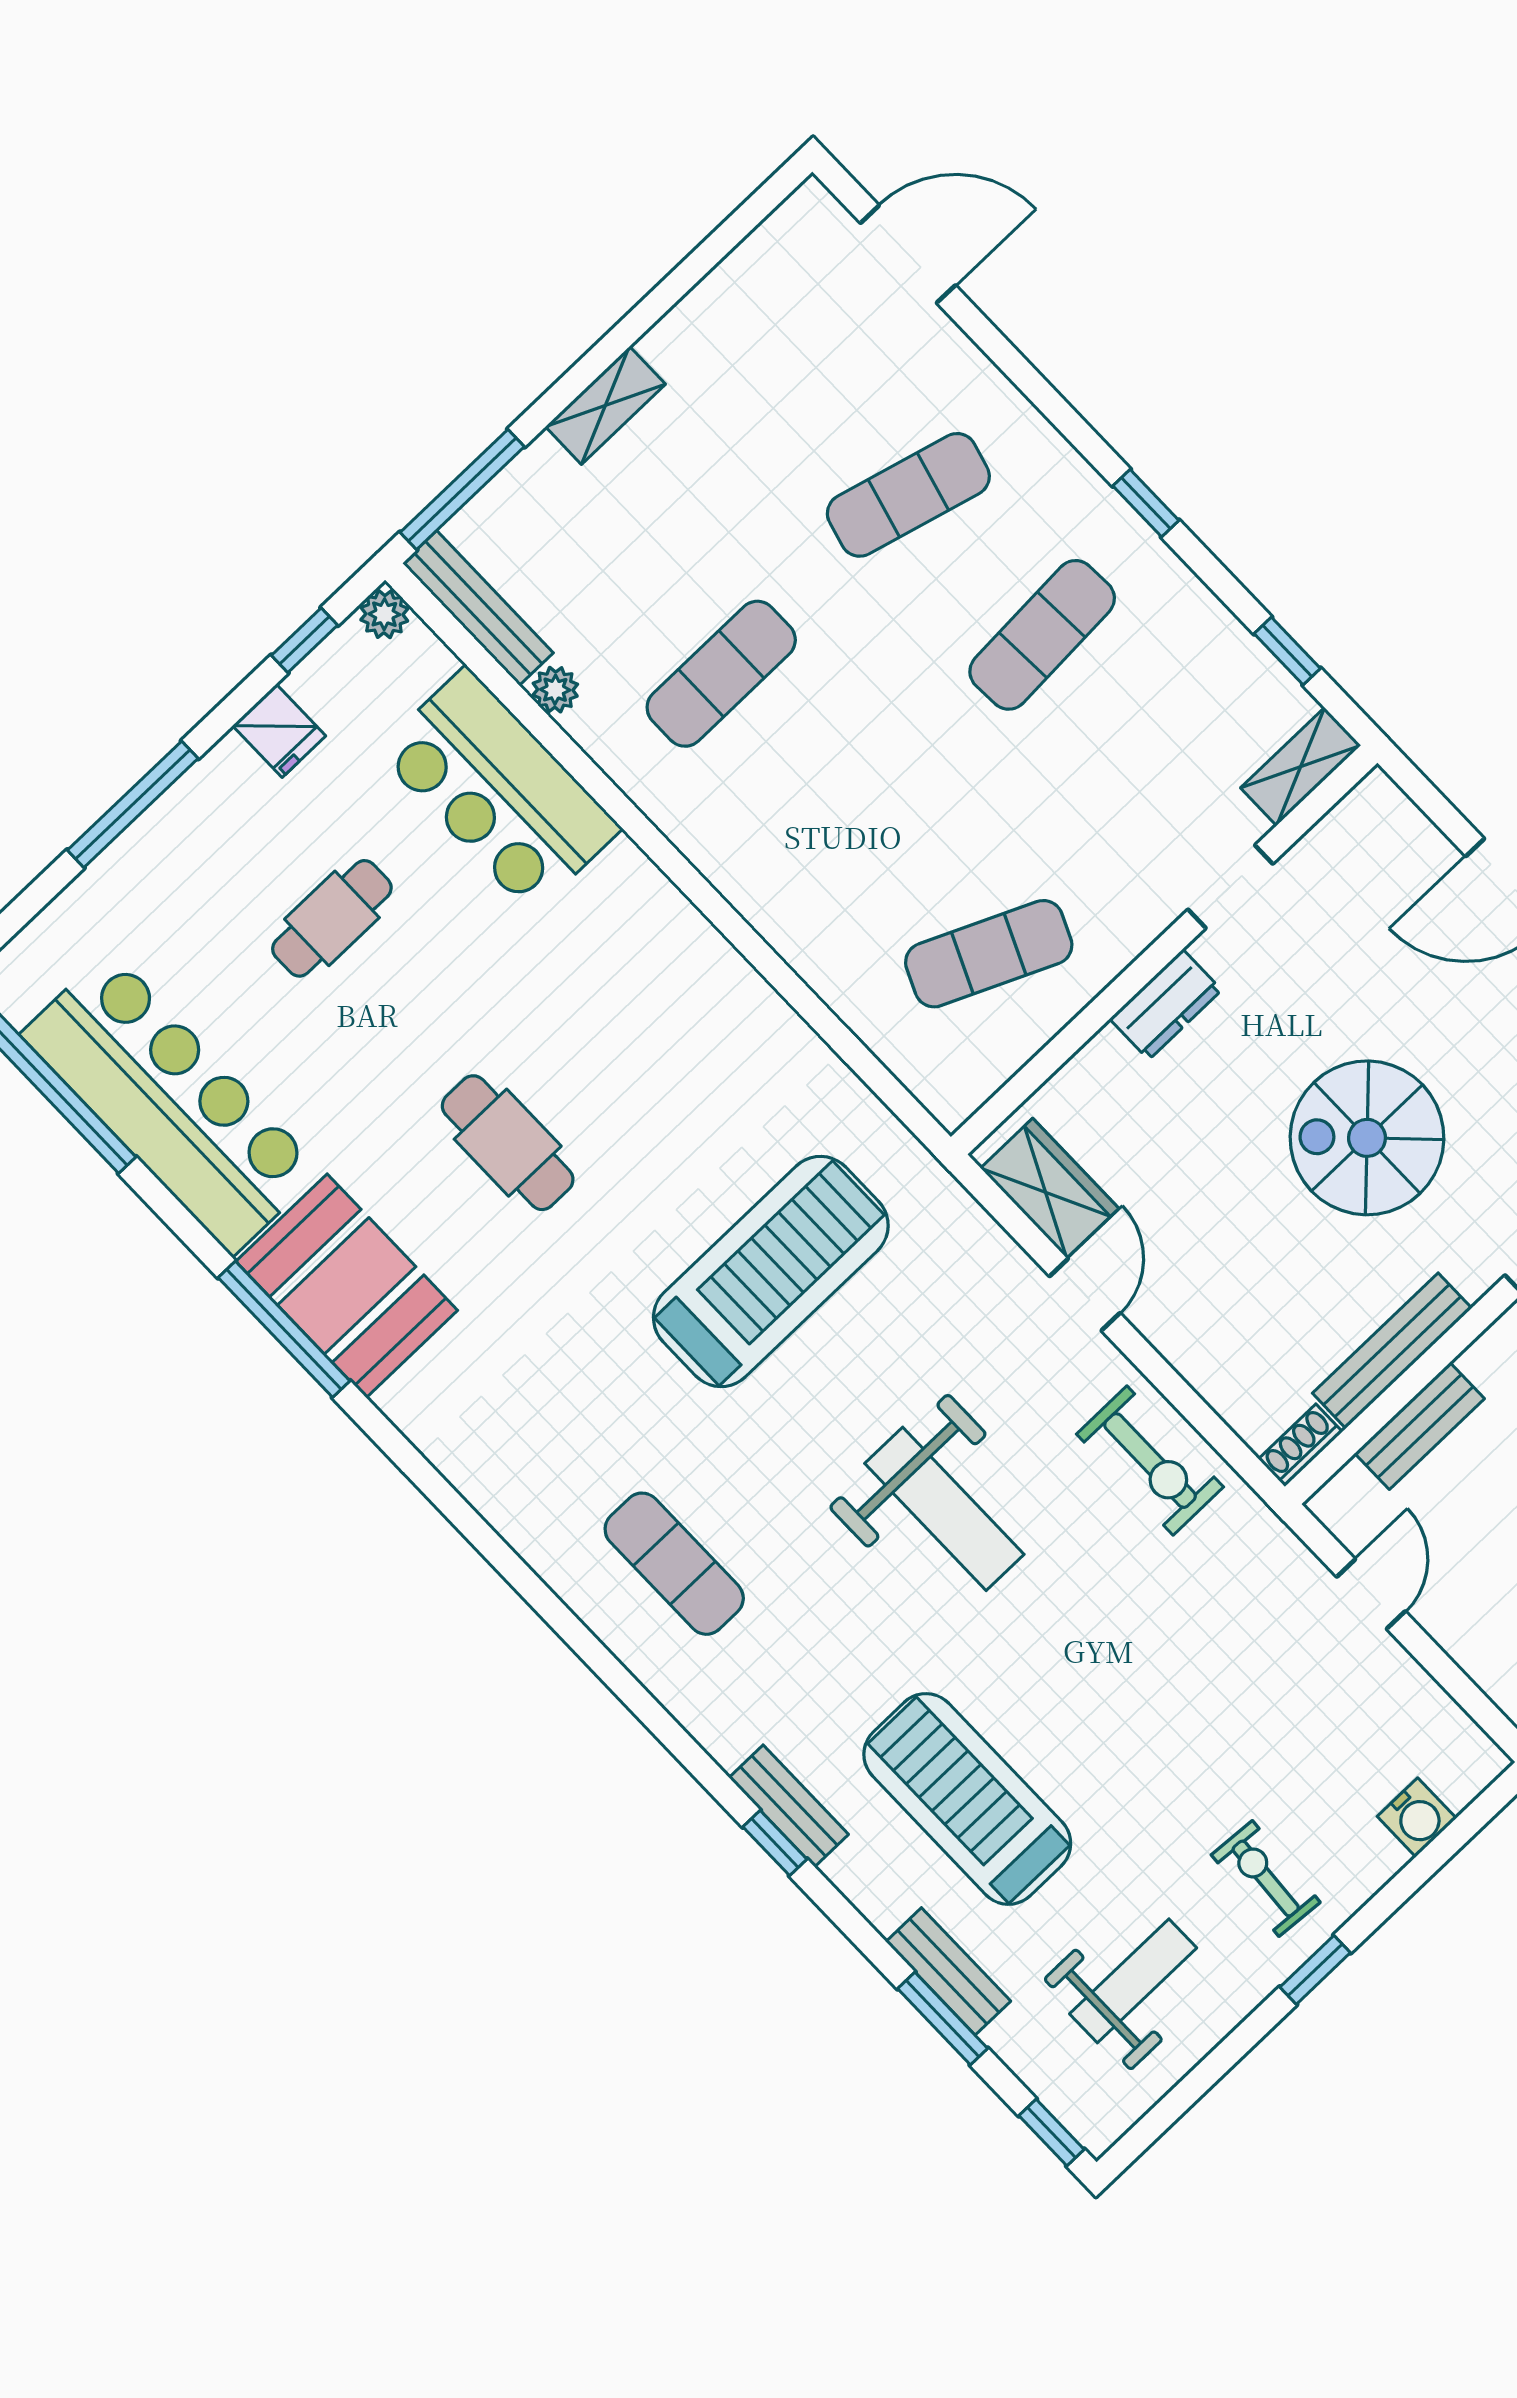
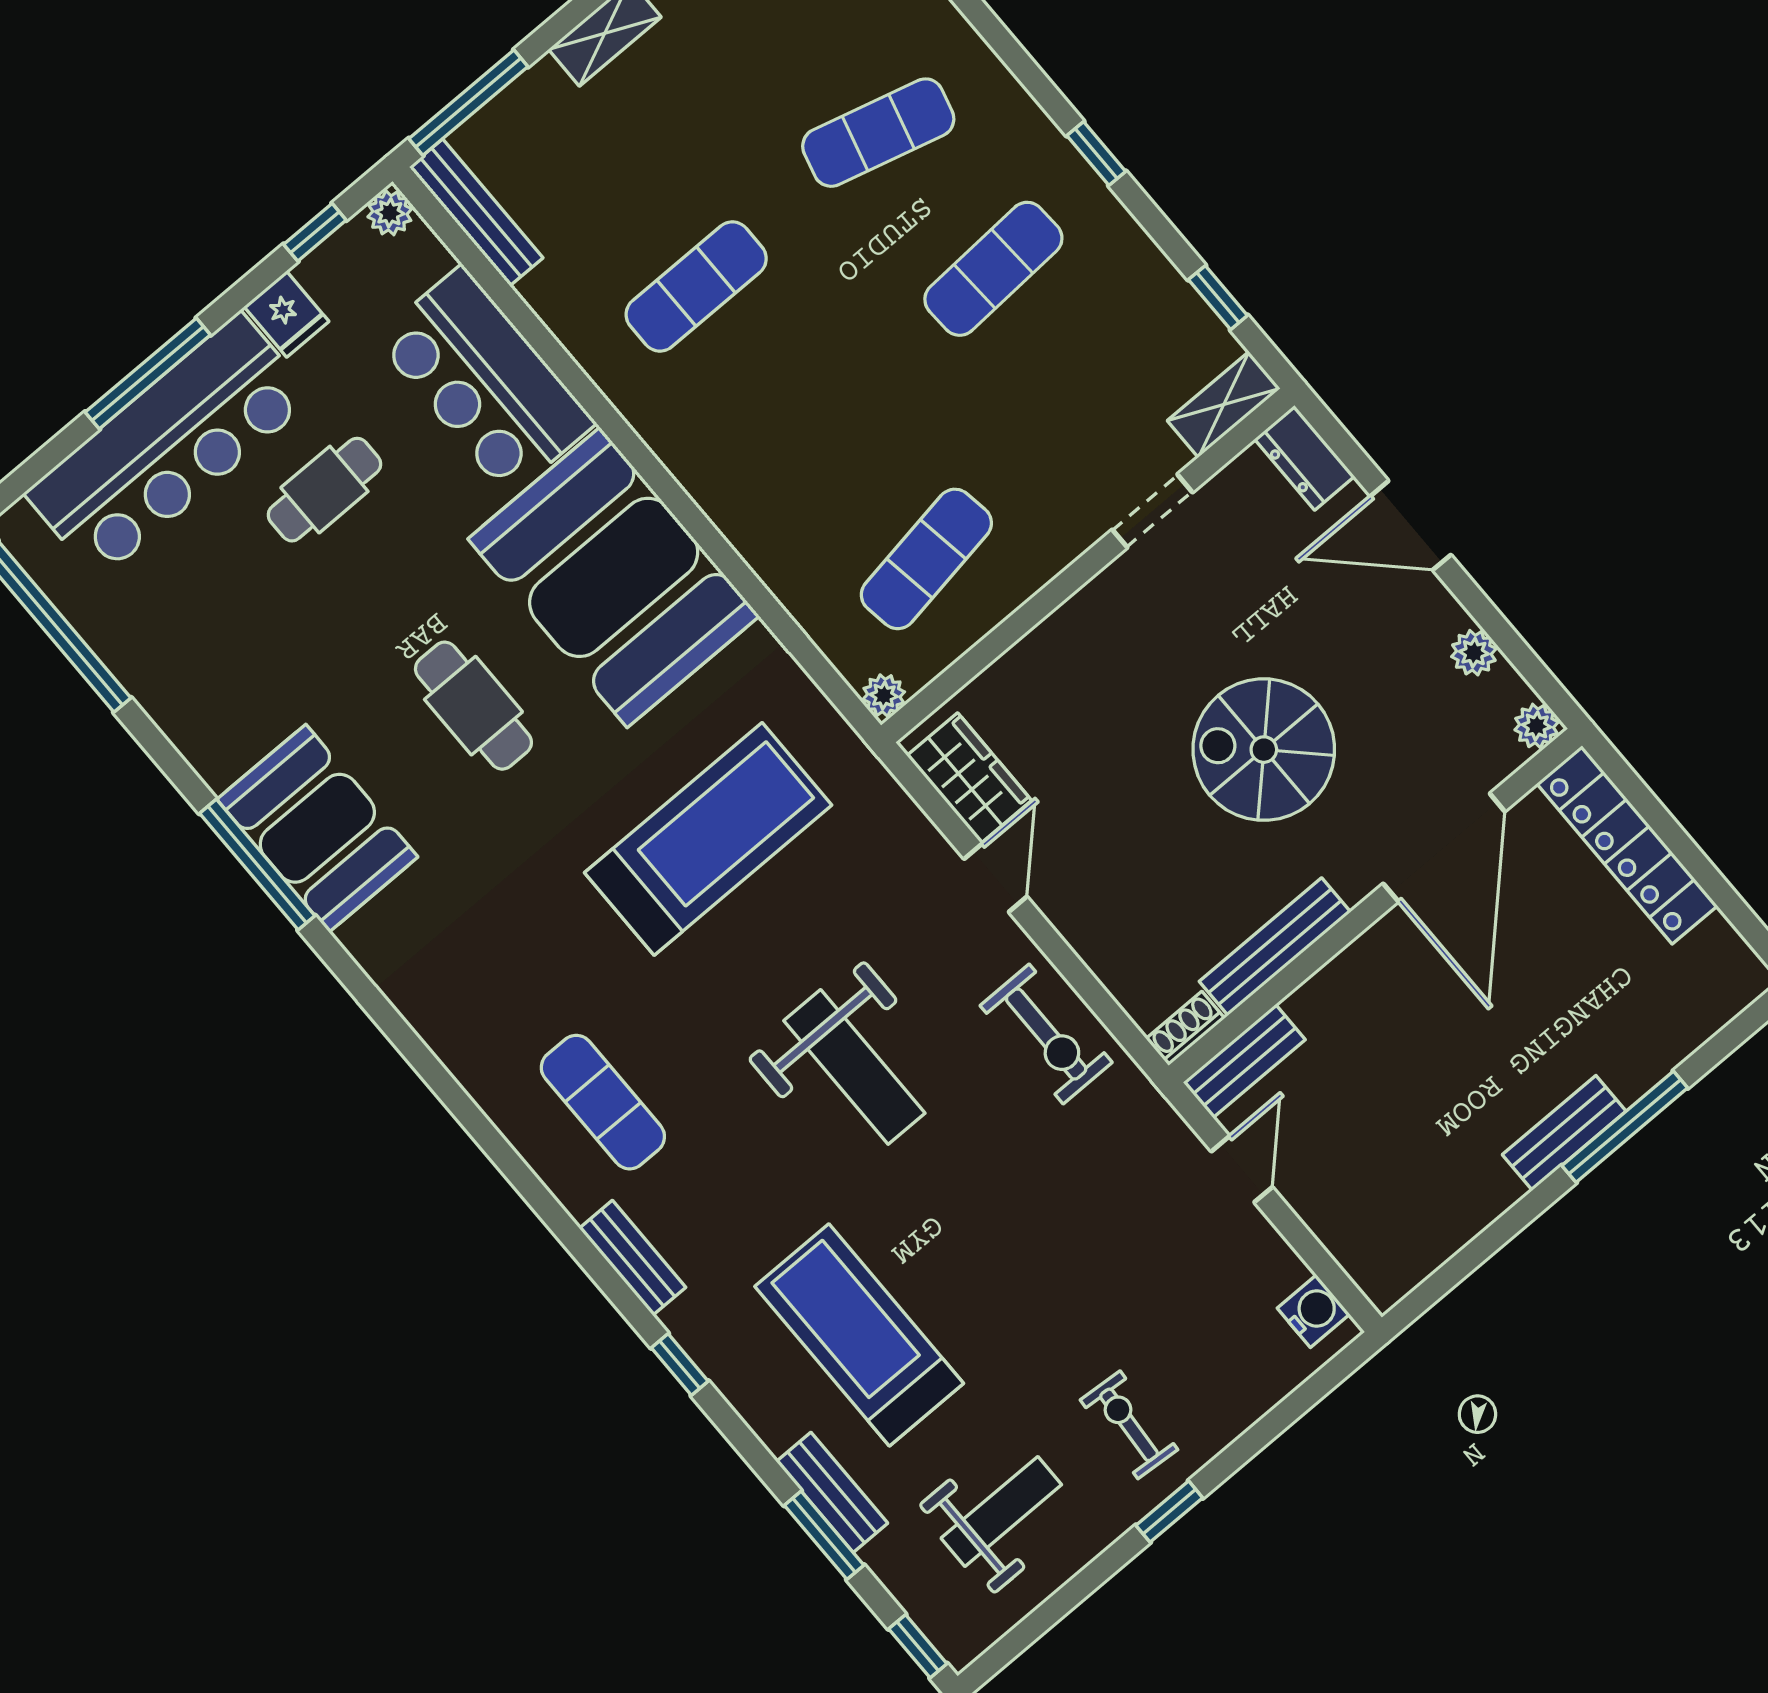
plant: (555, 690) -> (884, 696), moved
exercise mat: (989, 954) -> (926, 559), turned -33
booth: (651, 994) -> (614, 577), added
dresser: (1166, 1004) -> (1305, 458), moved, turned 90
bar counter: (171, 1103) -> (169, 446), moved, turned 90
bench: (1420, 1426) -> (1244, 1061), moved
bench: (789, 1806) -> (633, 1258), moved
water cooler: (1417, 1817) -> (1314, 1311), moved, turned -90

